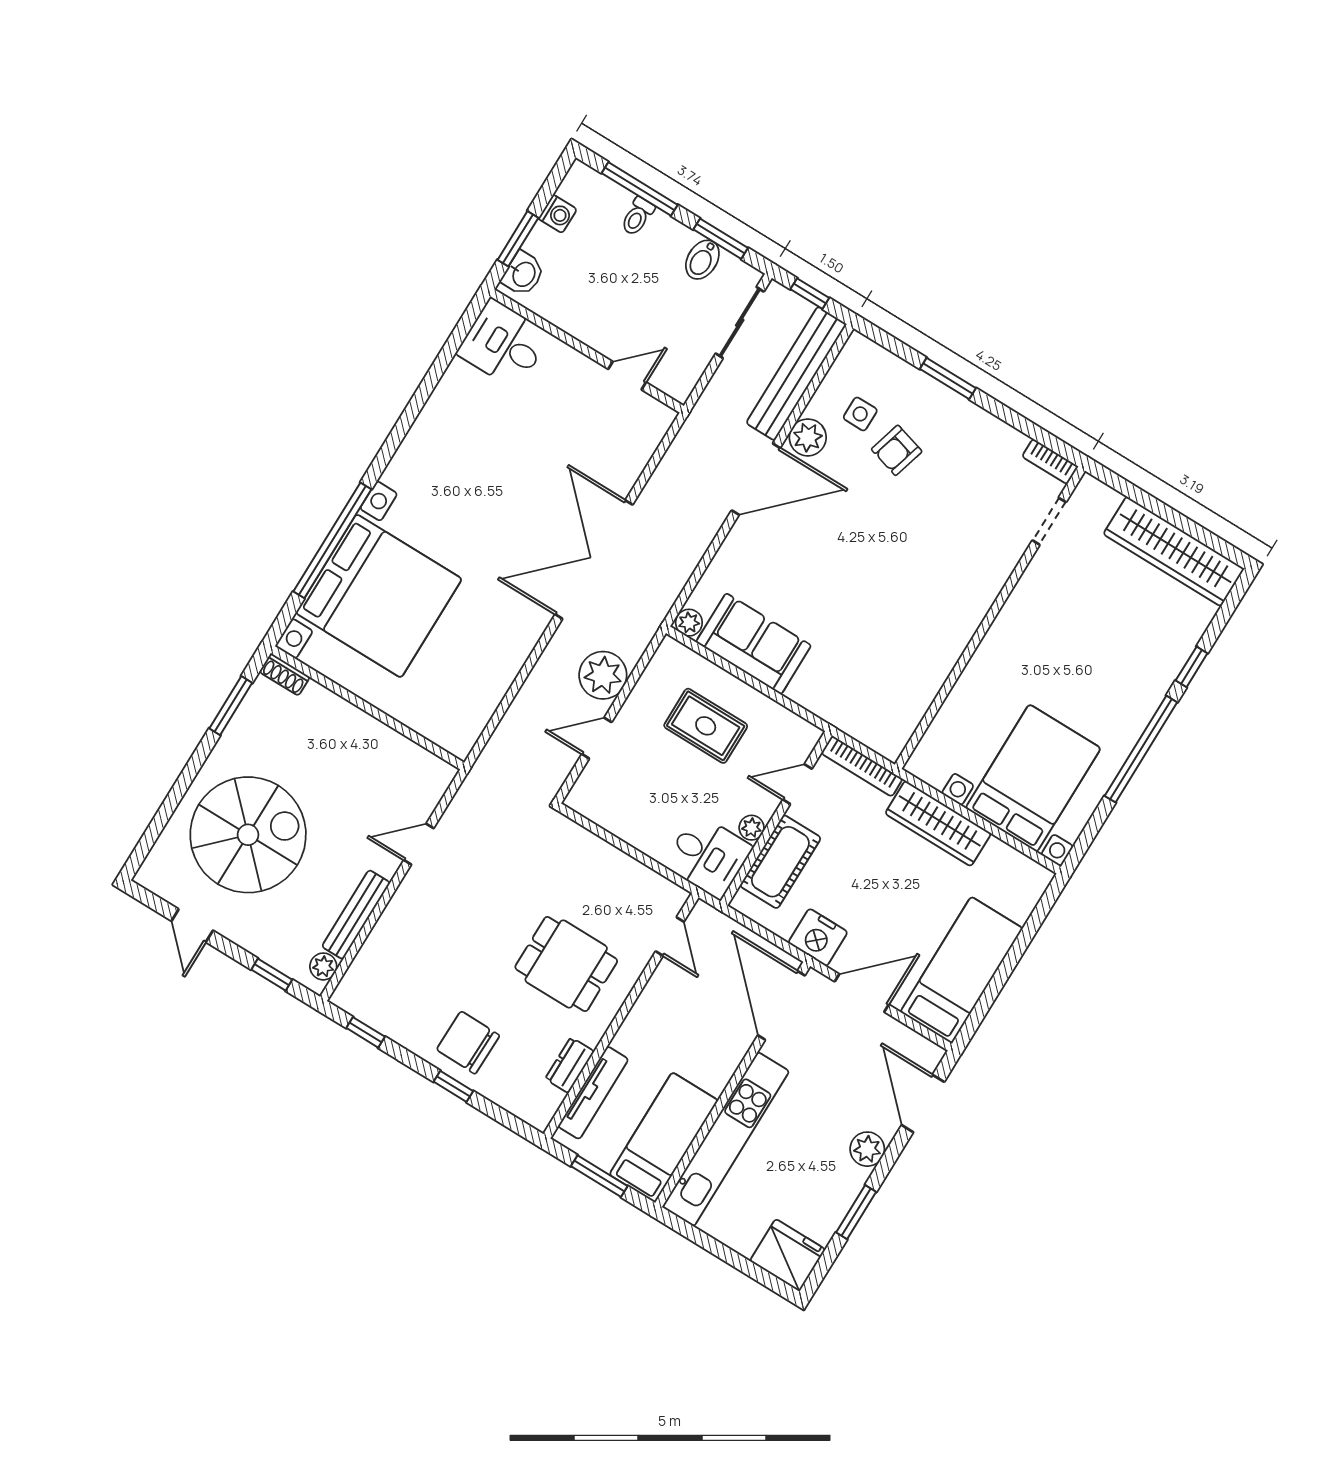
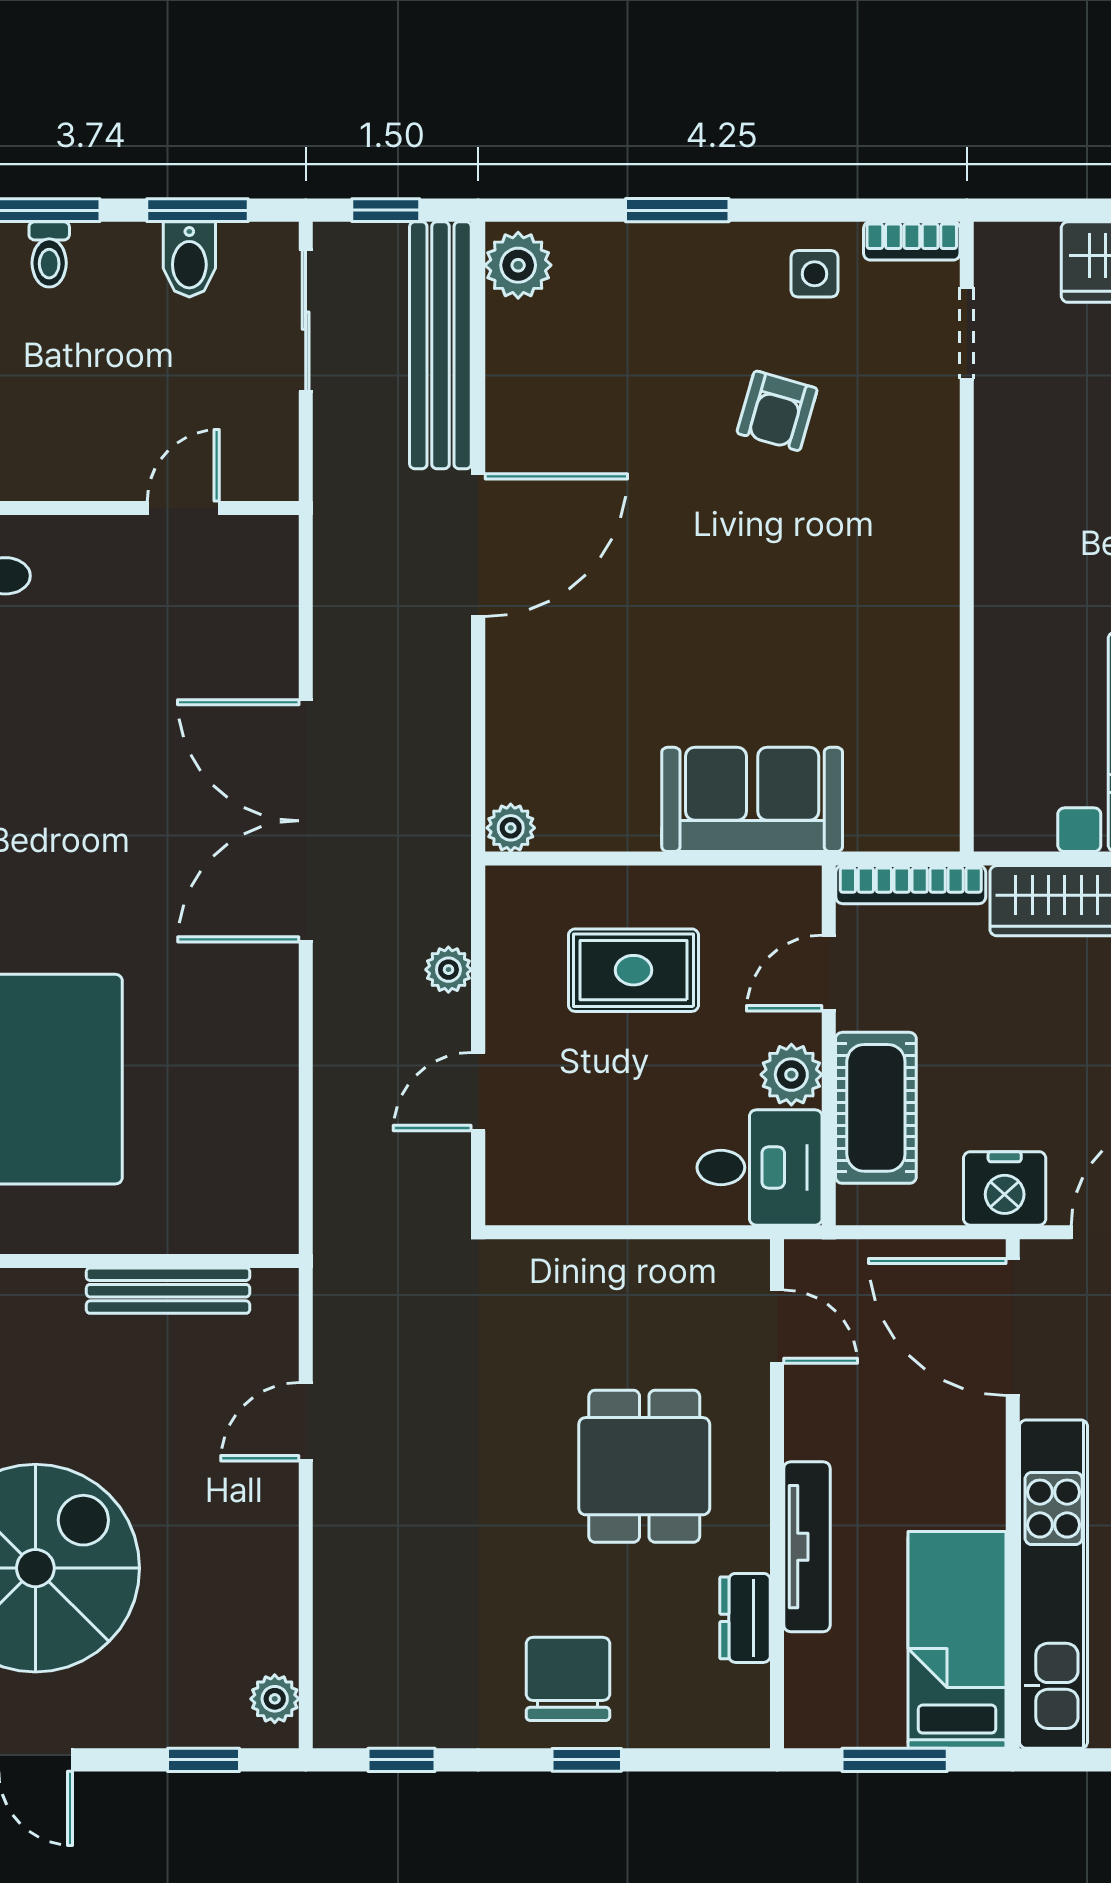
side table: (860, 414) -> (815, 274), moved
plant: (808, 437) -> (518, 265), moved
armchair: (897, 450) -> (777, 411), moved
sofa: (754, 644) -> (752, 799), moved
plant: (603, 675) -> (448, 970), width x0.53, depth x0.53
plant: (752, 828) -> (791, 1075), width x1.38, depth x1.38
bench: (356, 915) -> (168, 1291), moved, turned 90
dining table: (566, 964) -> (644, 1466), turned 90
chair: (468, 1042) -> (568, 1679), turned 89
tv unit: (593, 1093) -> (807, 1547), moved

